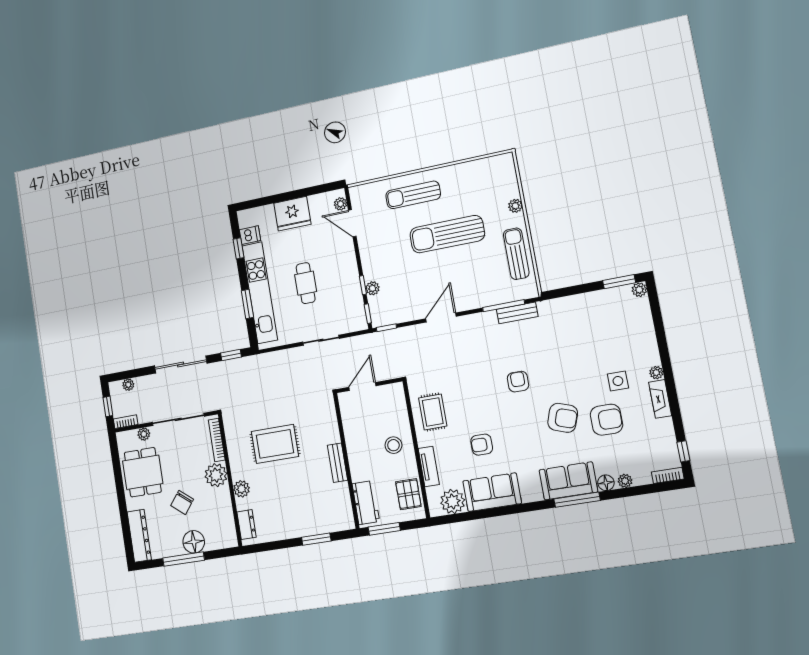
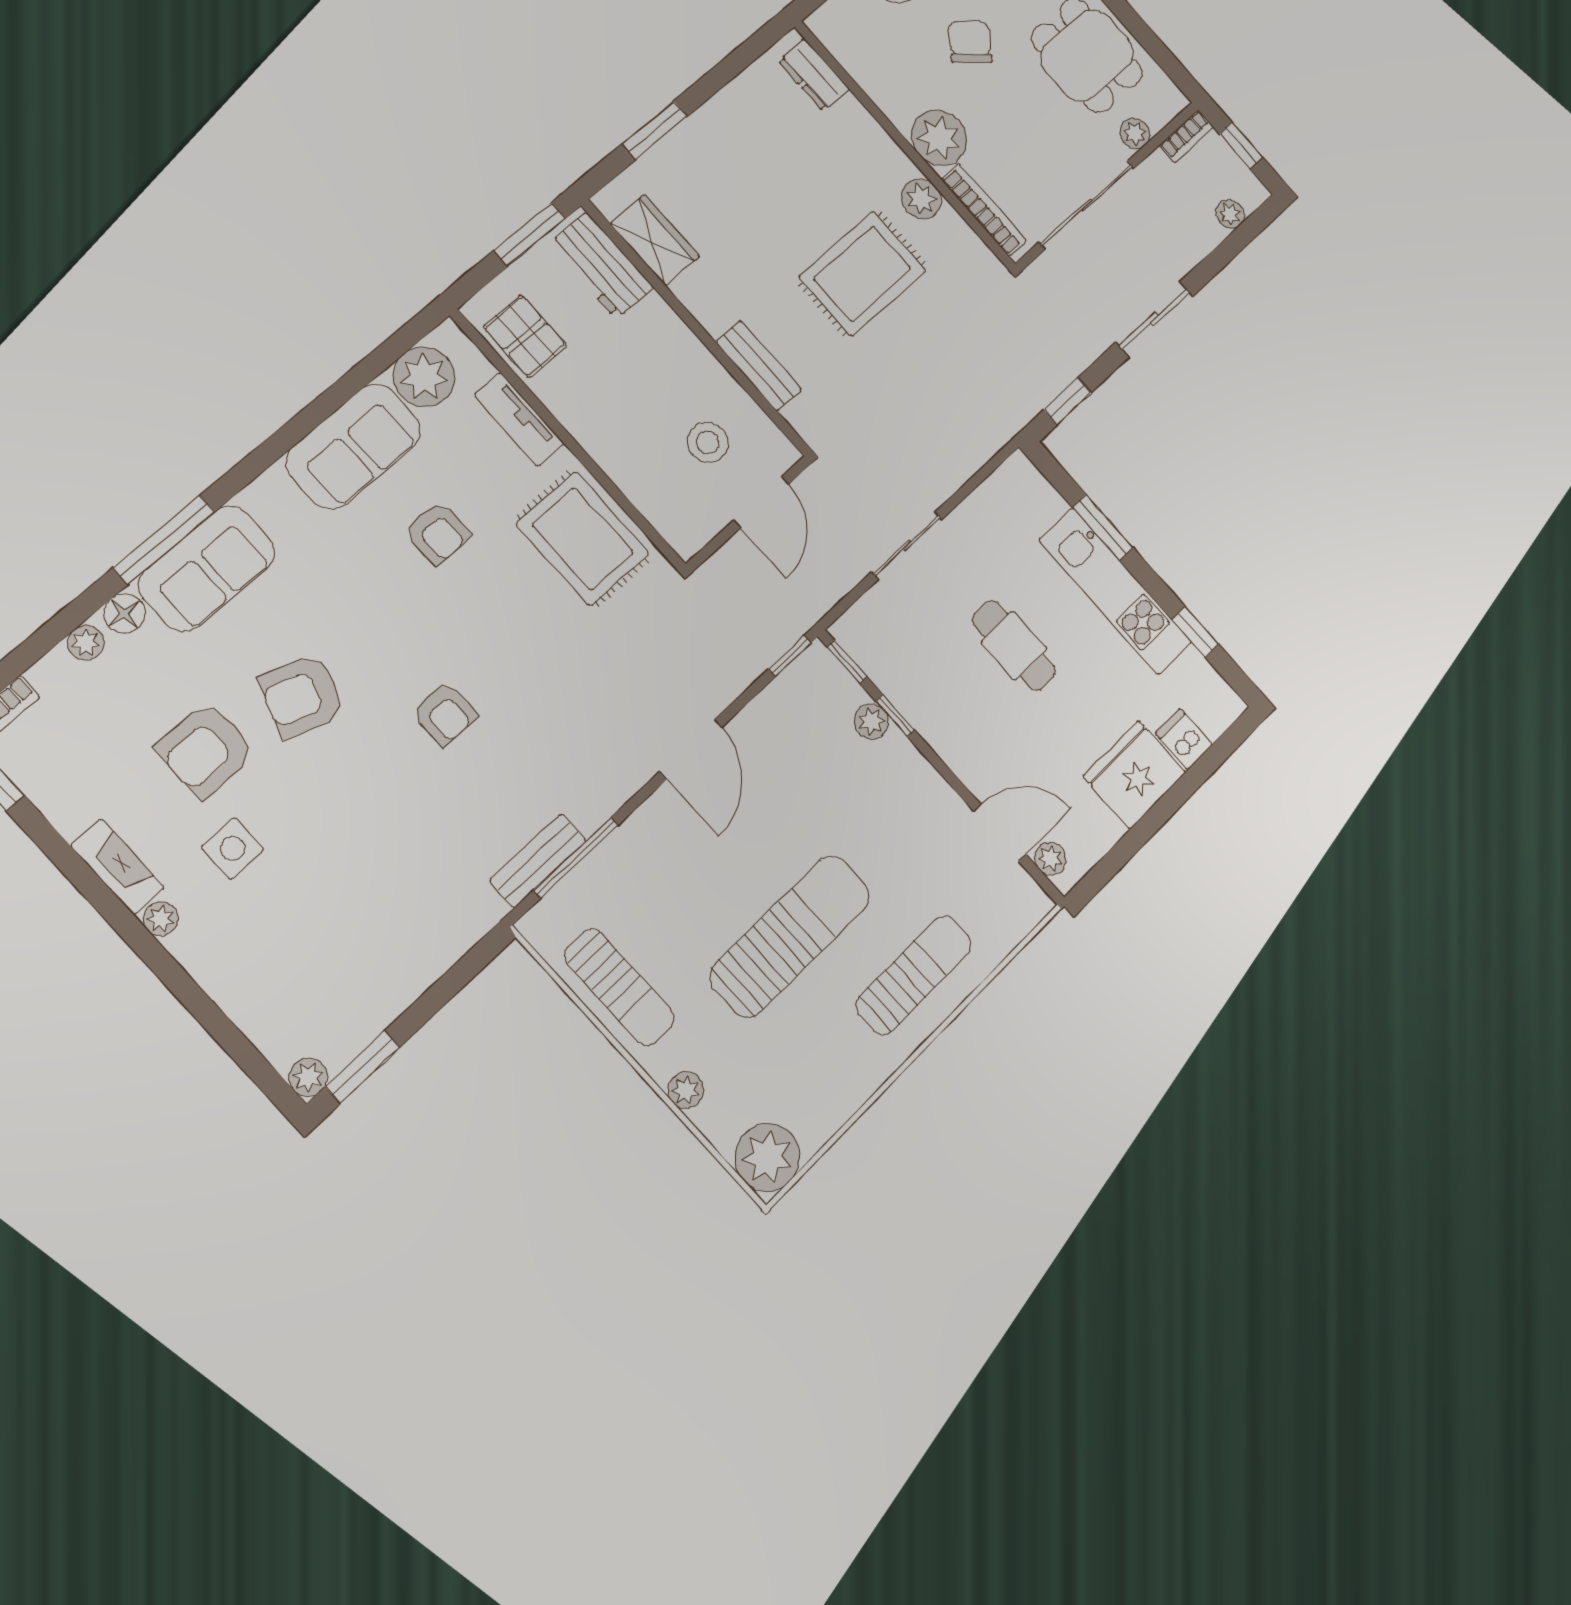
plant: (502, 167) -> (767, 1157), added
dishwasher: (250, 235) -> (1184, 739), moved, turned 90
kitchen unit: (260, 293) -> (1115, 591), width x0.73
sliding door: (181, 365) -> (1154, 319), width x0.73
rug: (433, 412) -> (583, 539), width x1.36, depth x1.43
stool: (393, 445) -> (708, 442), moved
armchair: (482, 445) -> (438, 533), turned 90
bench: (338, 463) -> (759, 366), moved
plant: (242, 489) -> (921, 199), moved
wardrobe: (341, 500) -> (655, 240), added

